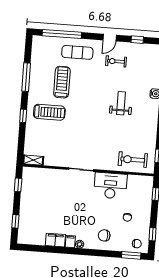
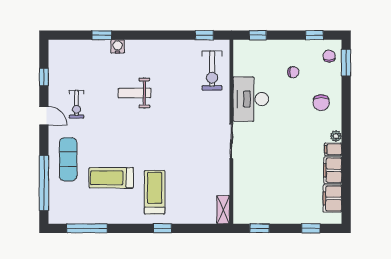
window: (26, 77) -> (87, 228), moved
filing cabinet: (35, 238) -> (332, 198), added

